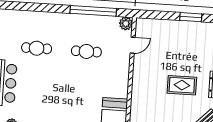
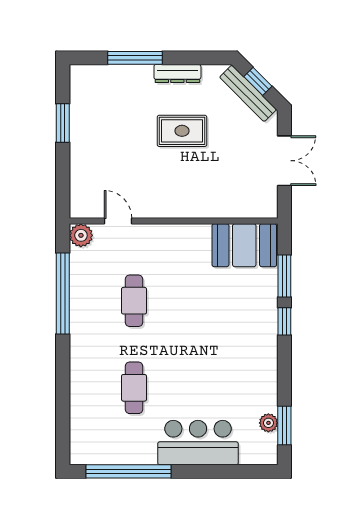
rug: (182, 85) -> (182, 131), turned 90

